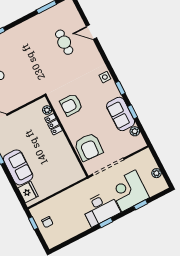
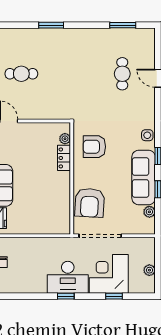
sofa: (121, 114) -> (144, 177), width x1.36

